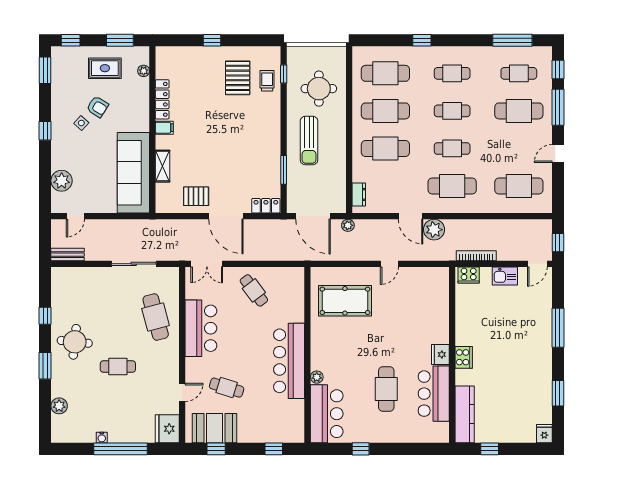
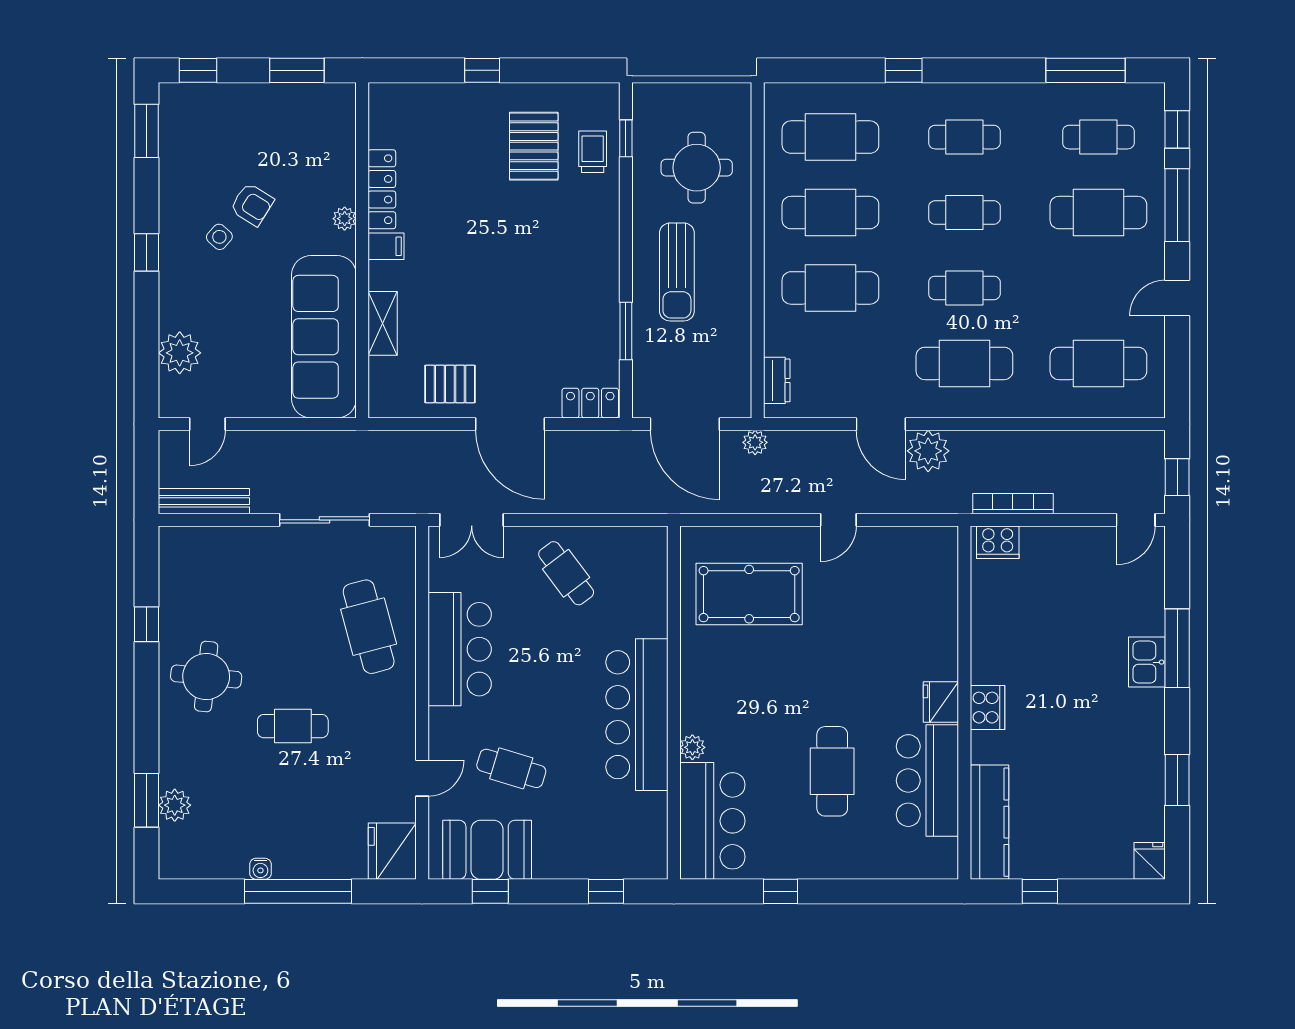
rug: (105, 68) -> (267, 127), removed
plant: (144, 71) -> (345, 219), moved
bench: (68, 255) -> (204, 501), width x1.36
kitchen sink: (505, 276) -> (1147, 662), moved, turned 90
window: (45, 366) -> (147, 800), moved

